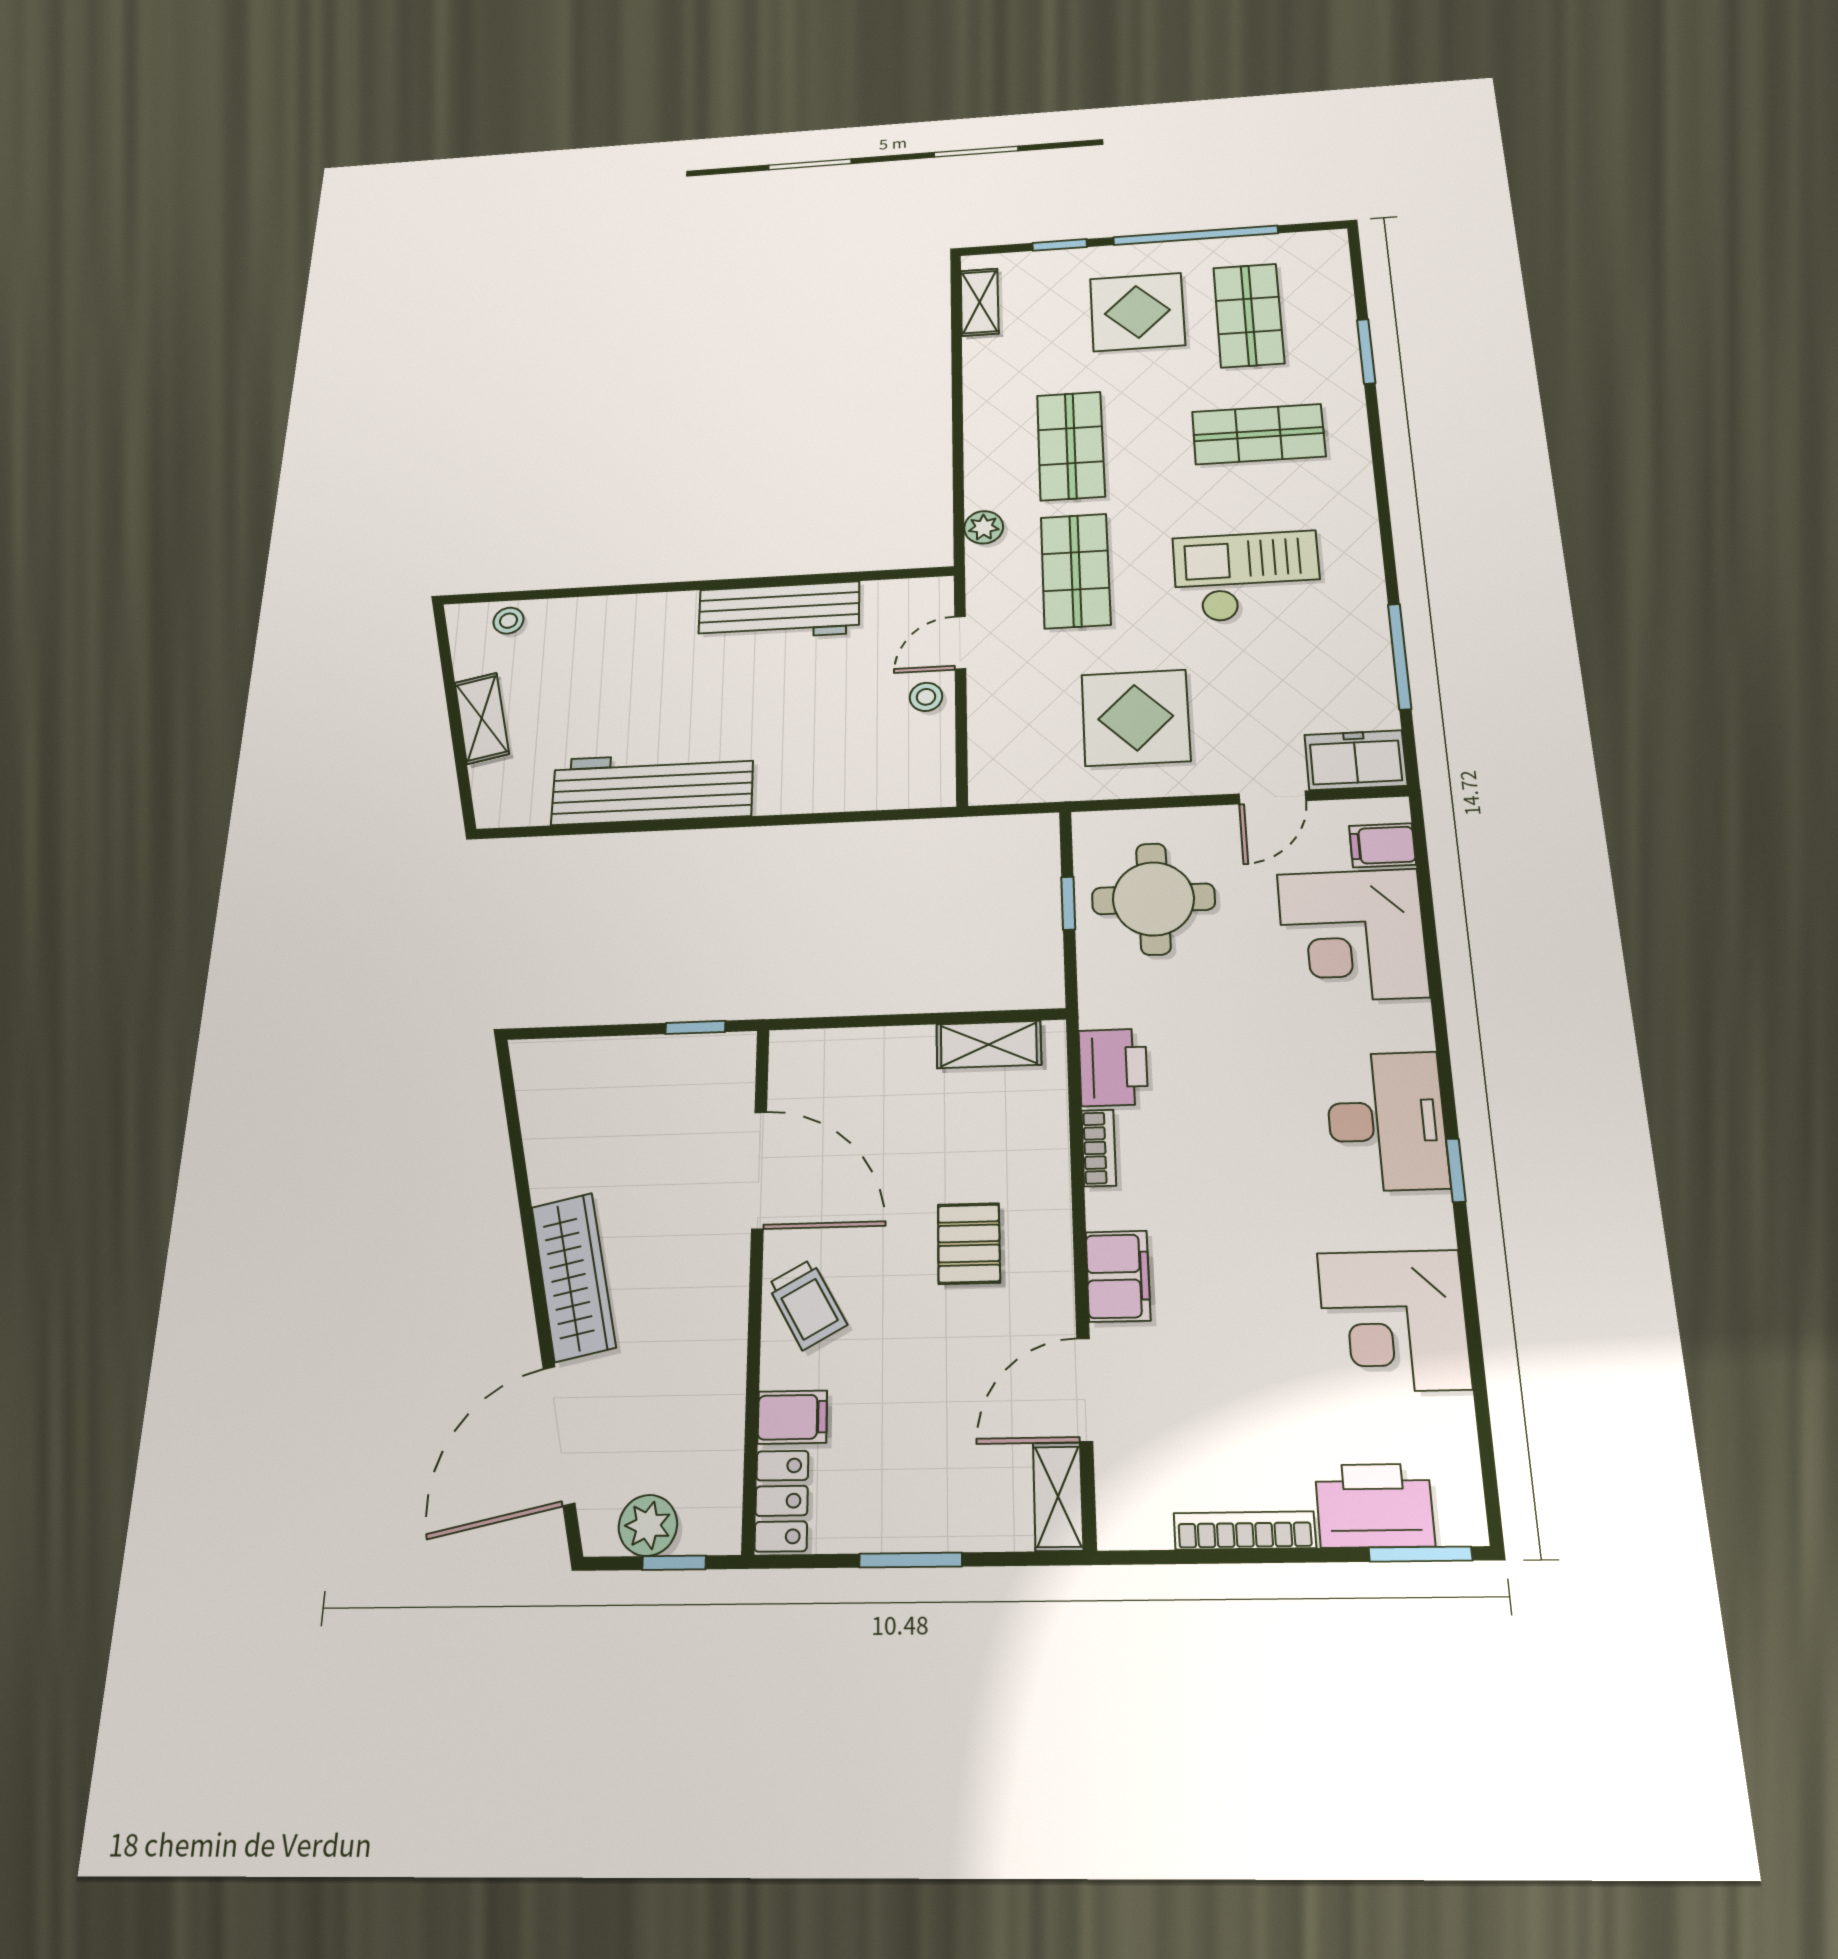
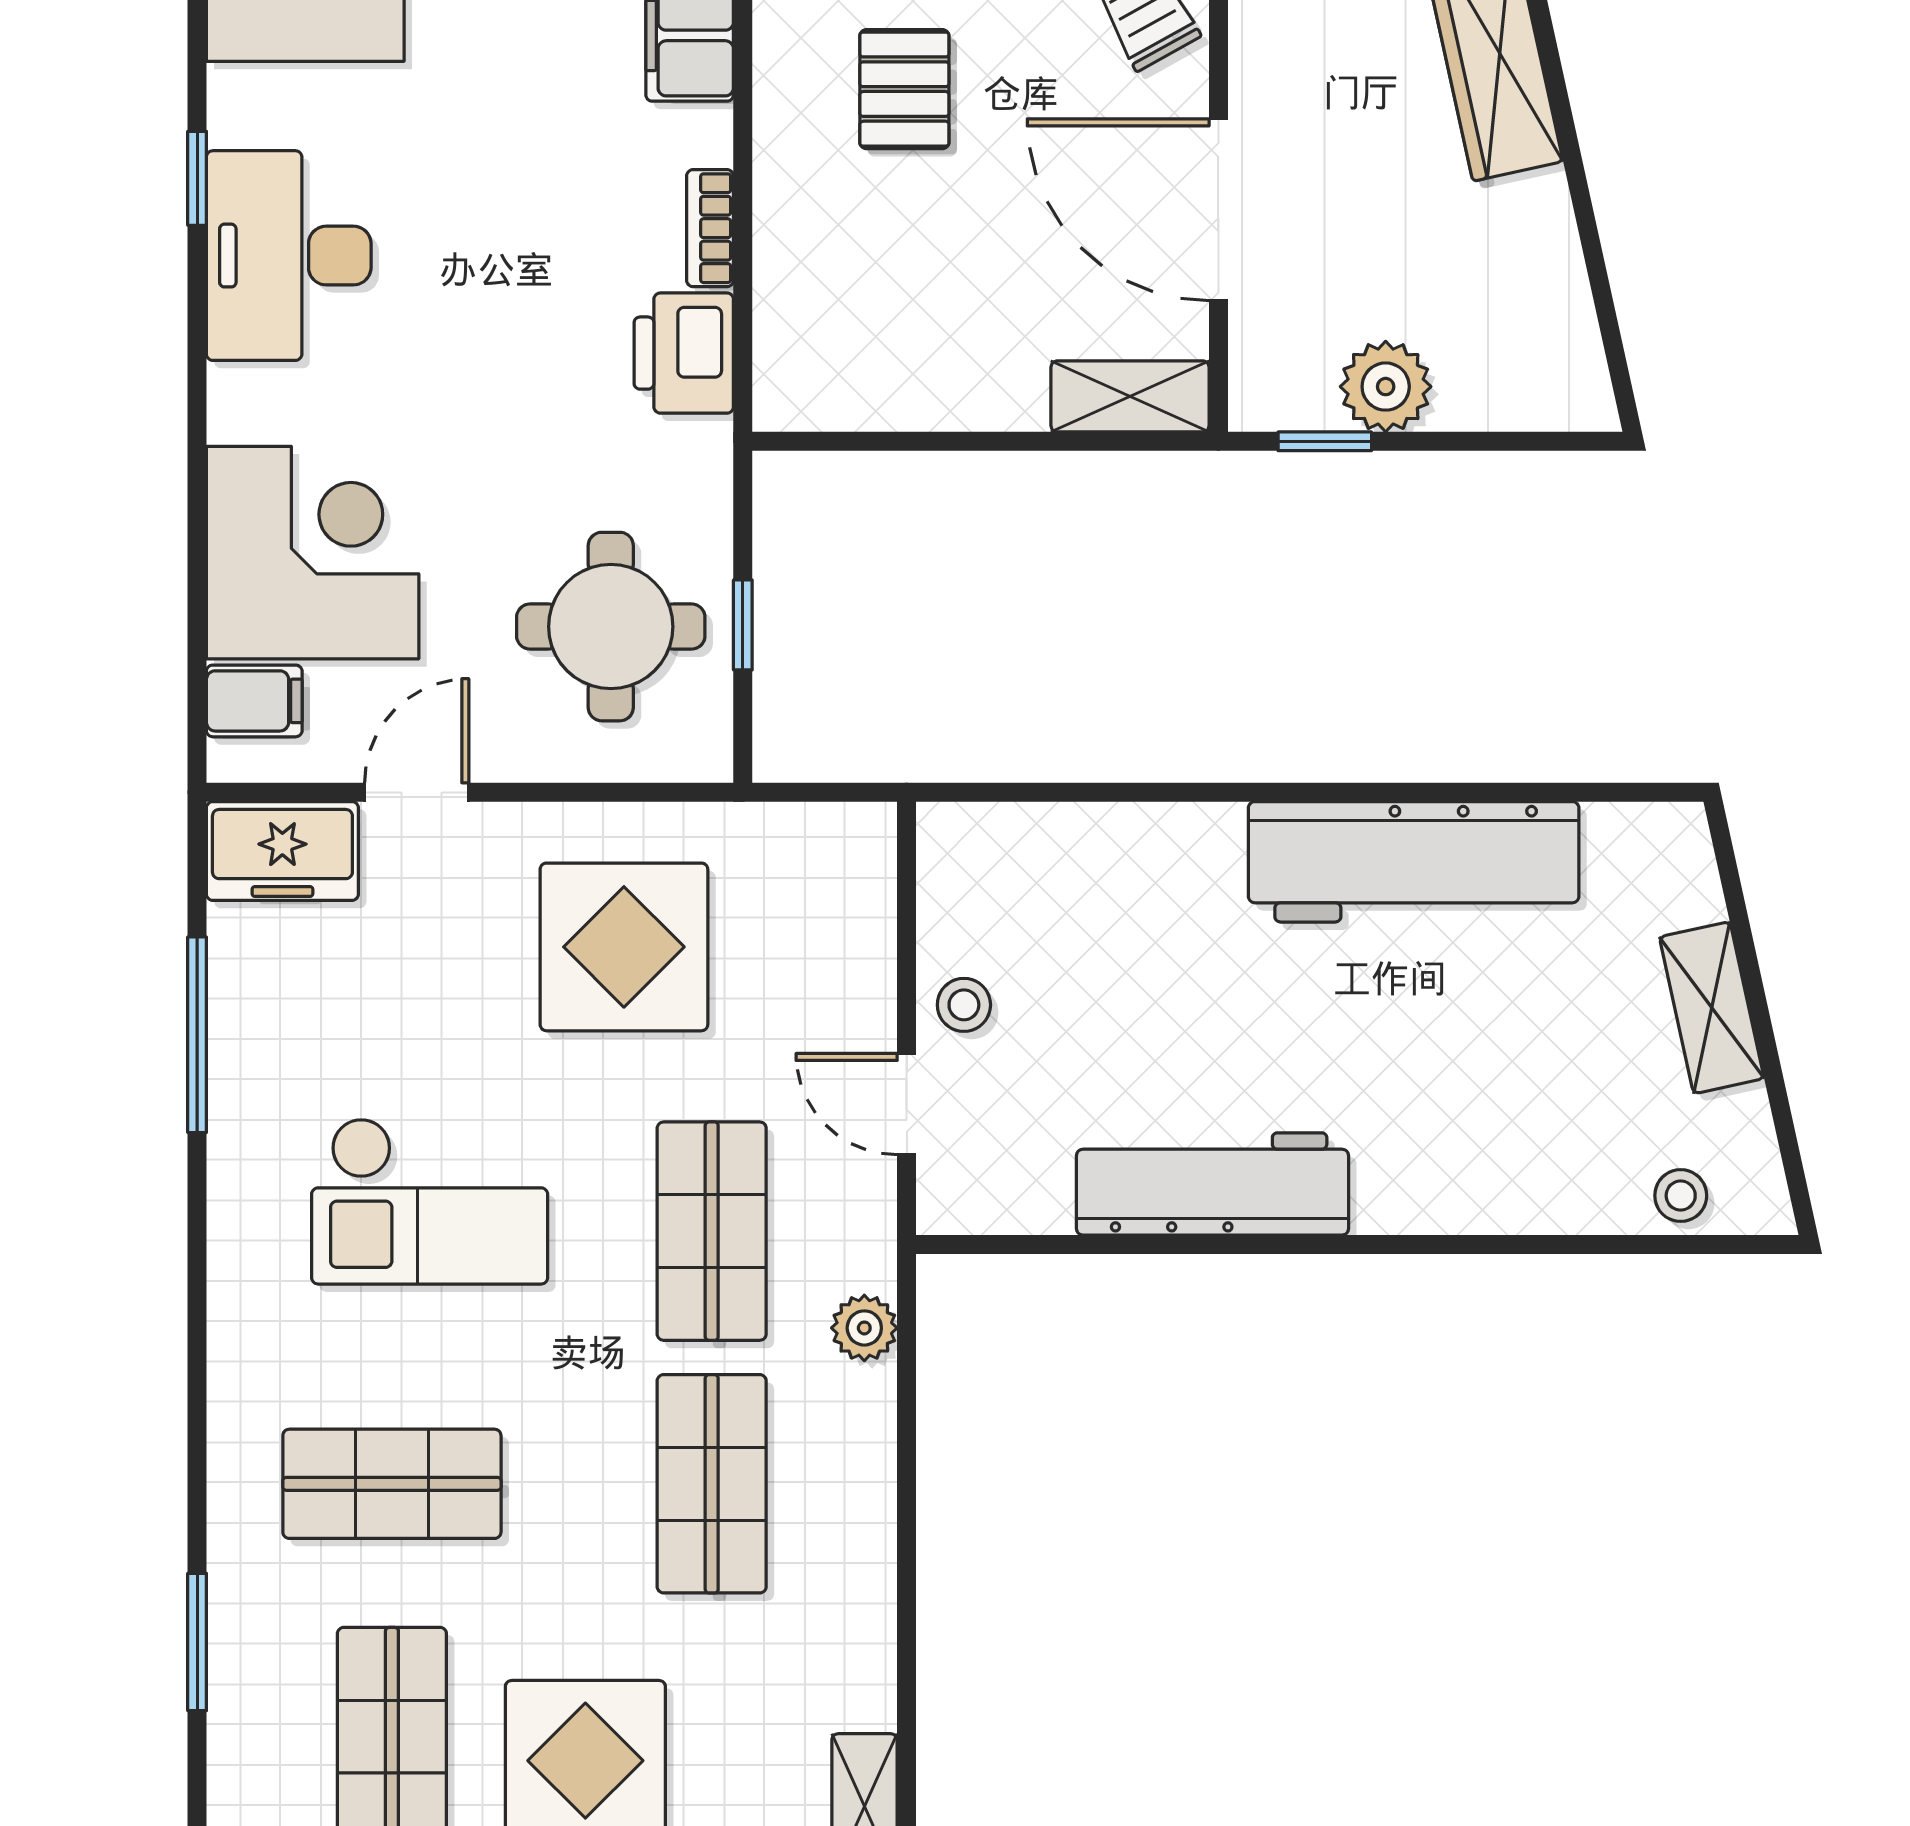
door: (960, 643) -> (907, 1104), swing flipped
shelving: (989, 1044) -> (1130, 396), moved
plant: (655, 1062) -> (1386, 387), added

